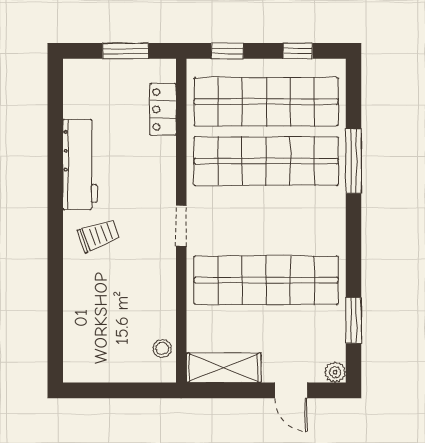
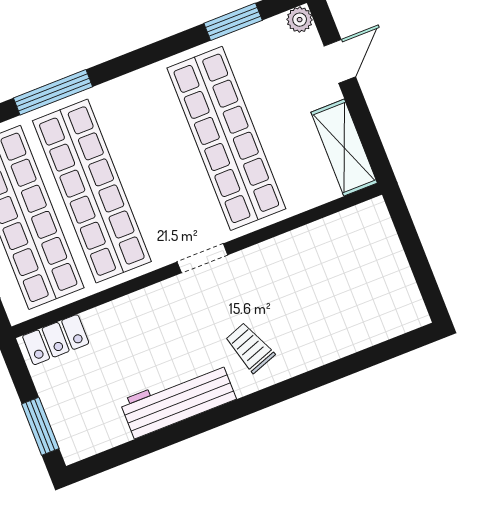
window: (125, 51) -> (40, 426), moved
locker: (163, 109) -> (56, 340), moved
stool: (162, 348) -> (350, 226), removed

